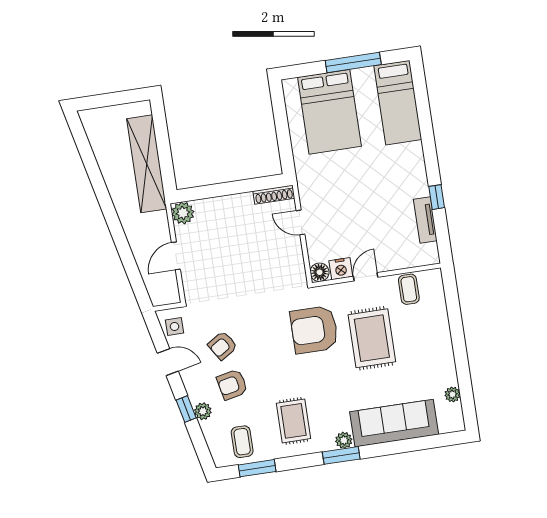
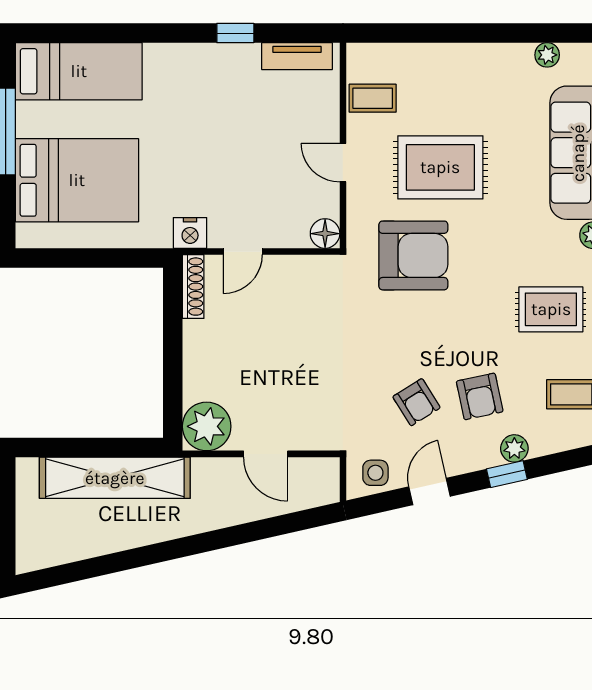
plant: (183, 213) -> (207, 426), width x1.36, depth x1.36
tv unit: (425, 220) -> (297, 56), moved
nightstand: (341, 269) -> (190, 233), moved, turned 90
armchair: (314, 330) -> (413, 255), turned -90

